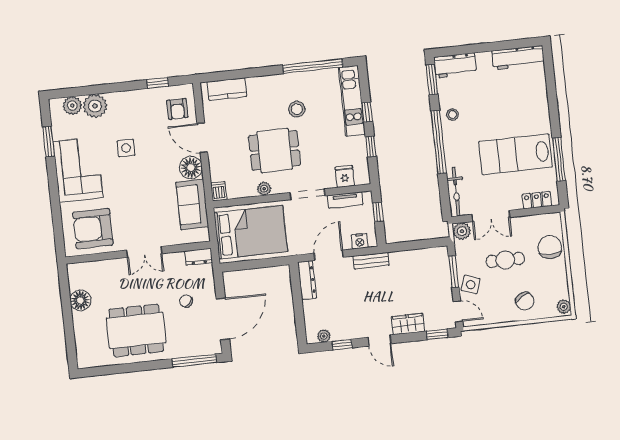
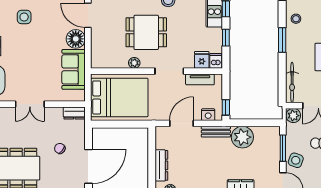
window: (439, 142) -> (282, 40), width x0.47
dishwasher: (219, 191) -> (216, 61), moved
window: (378, 212) -> (226, 107), moved
plant: (404, 264) -> (242, 137), added
dresser: (307, 280) -> (161, 165), moved

